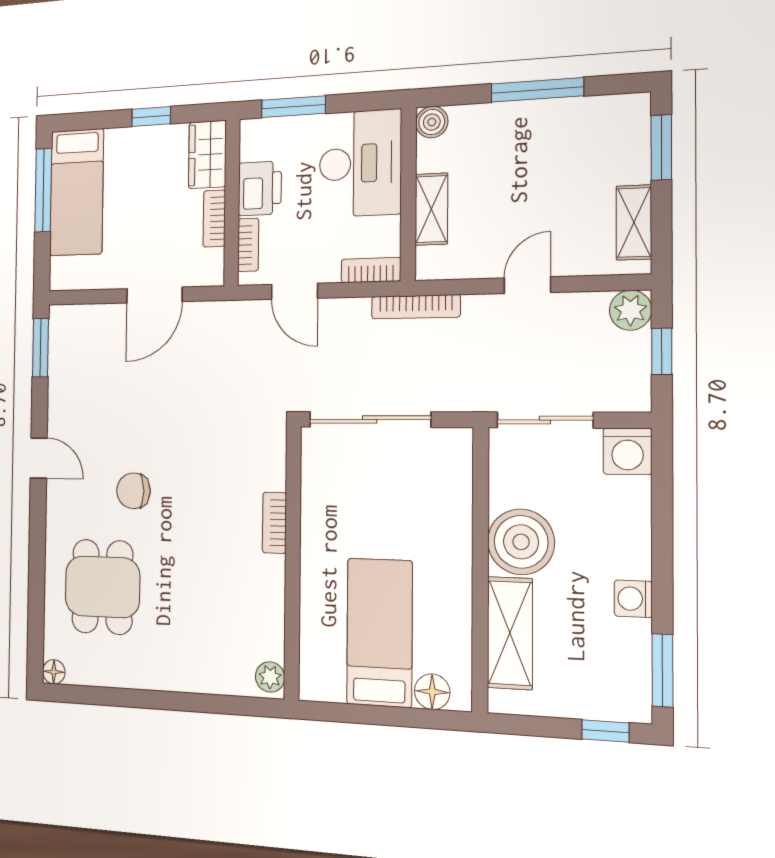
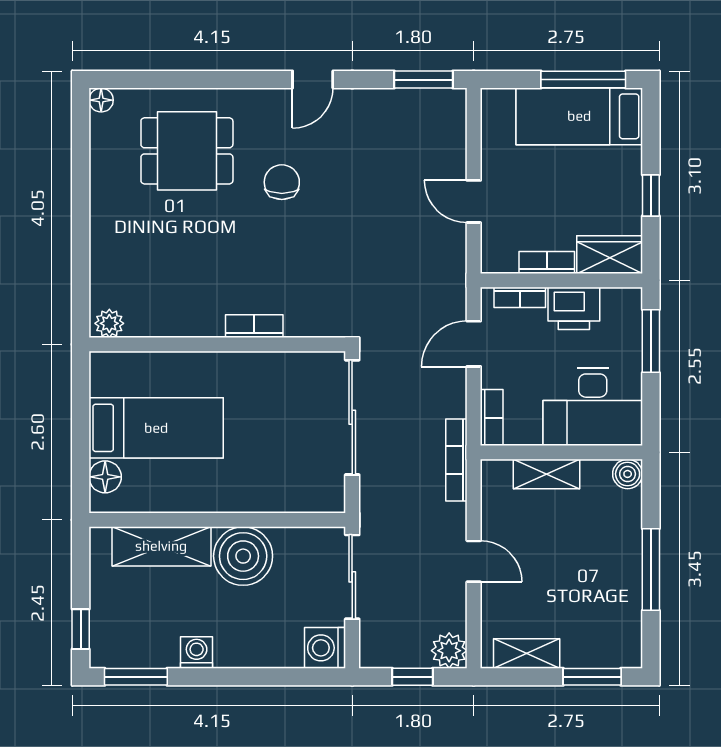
door: (154, 295) -> (474, 201), width x0.73

